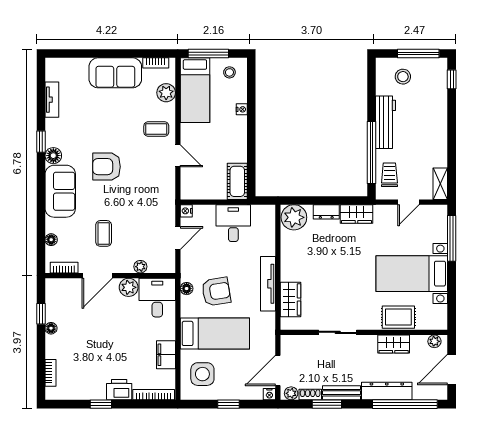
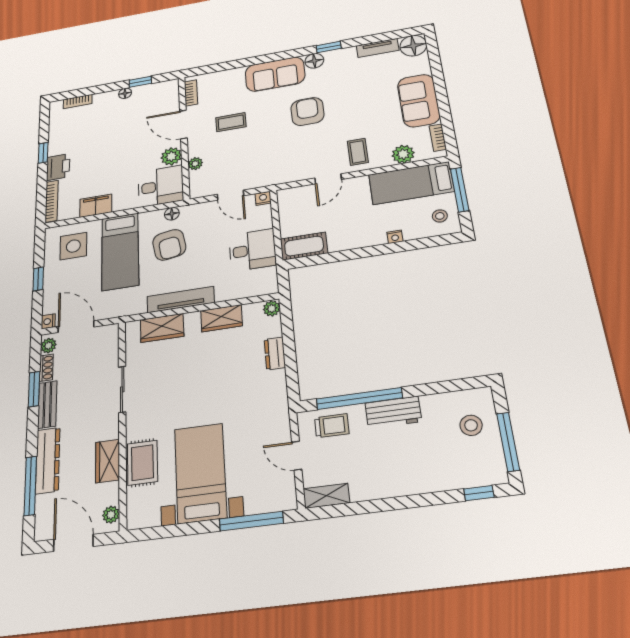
workbench: (386, 122) -> (393, 412), width x0.73
wardrobe: (357, 214) -> (222, 318), moved, turned -90
plant: (294, 217) -> (272, 308), width x0.53, depth x0.53
floor lamp: (51, 240) -> (413, 46), moved, width x1.89, depth x1.89
window: (405, 404) -> (30, 486), width x0.68

